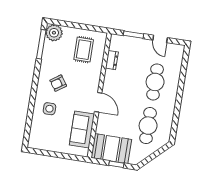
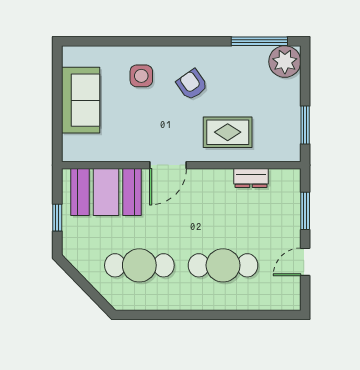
window: (89, 27) -> (305, 125), added
rug: (84, 50) -> (228, 132), moved
sofa: (82, 129) -> (81, 100), moved, turned 90
booth: (111, 149) -> (106, 192), moved, turned 90

